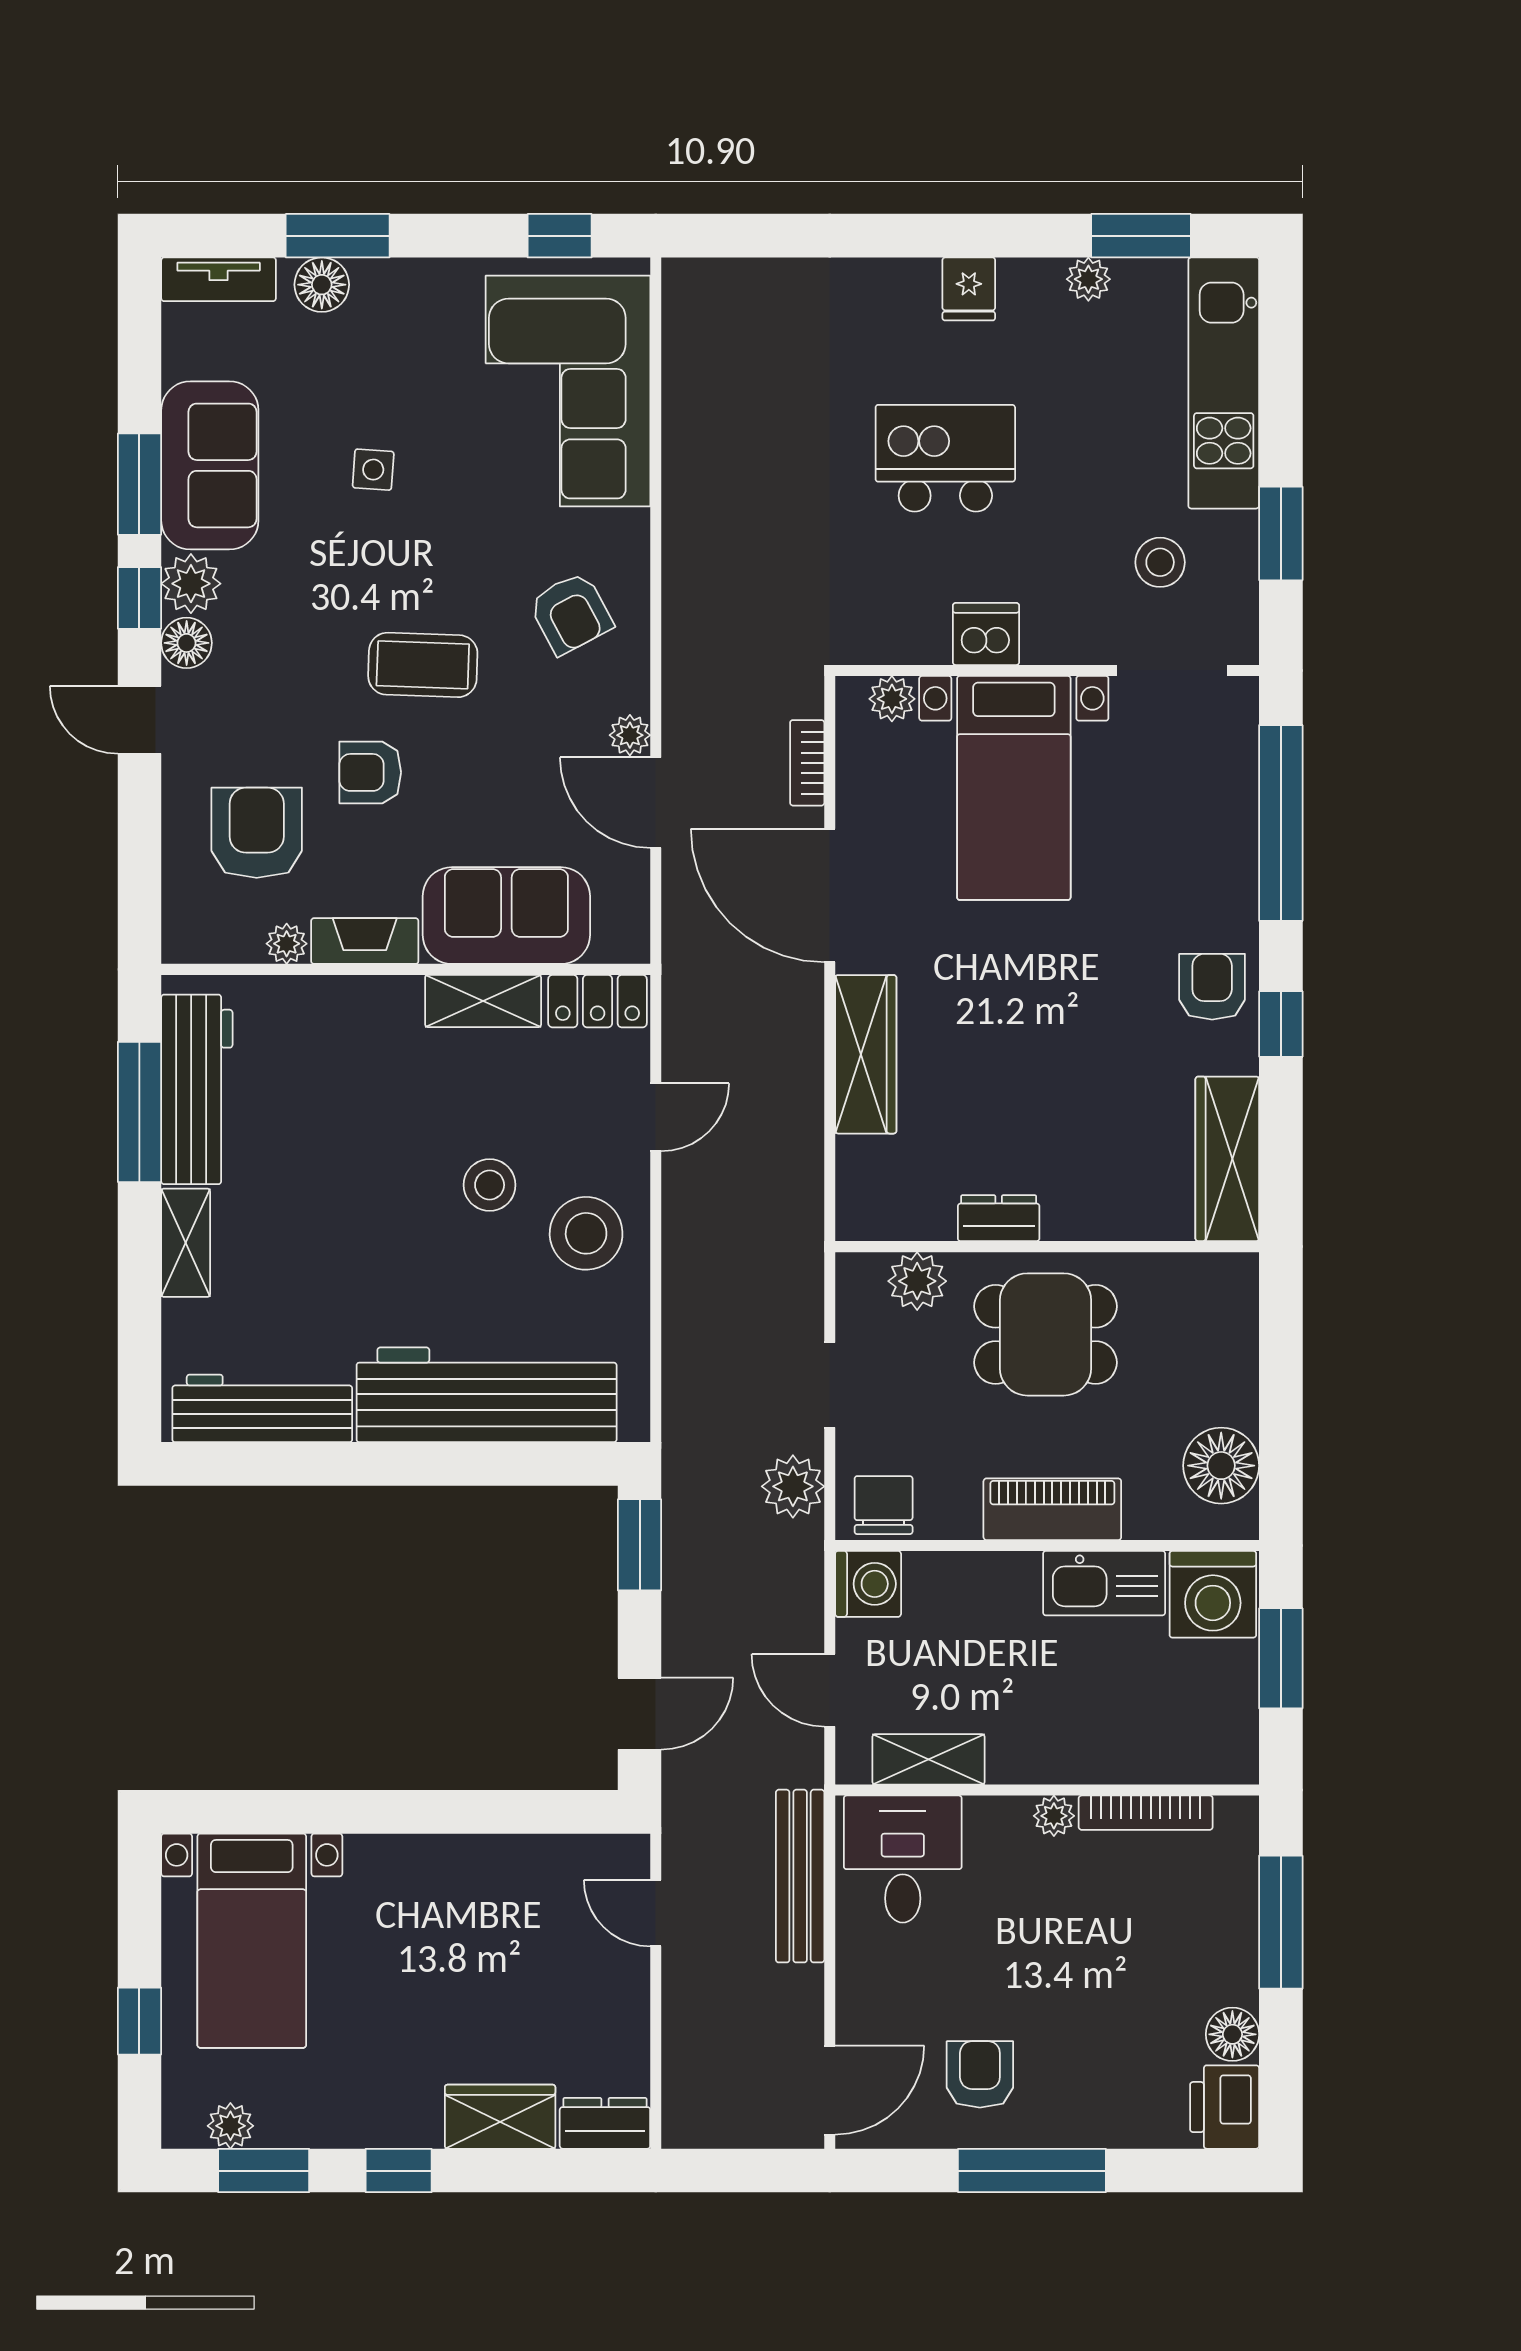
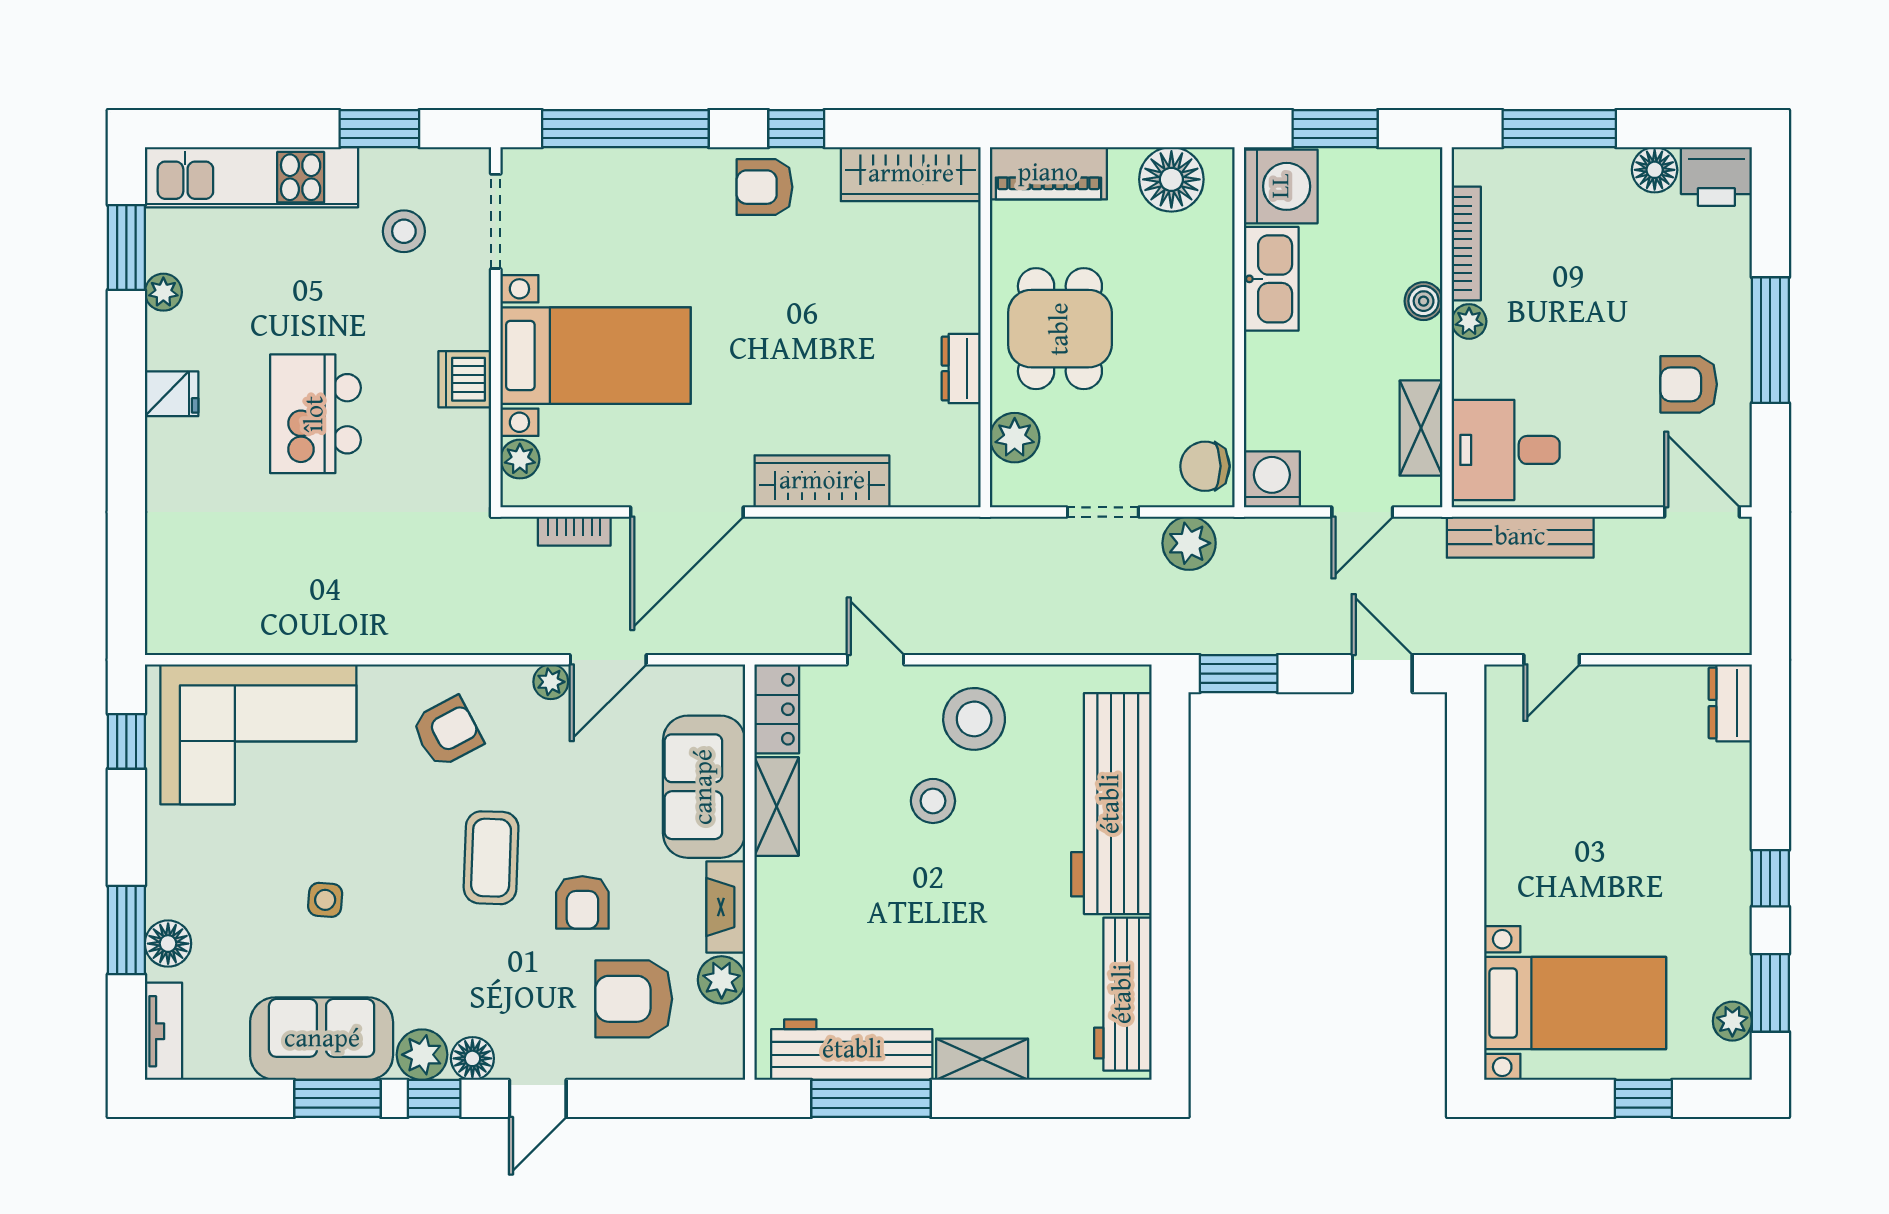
plant: (287, 944) -> (722, 980), width x1.38, depth x1.38
piano: (1052, 1509) -> (1048, 173), moved, turned -90
boiler: (1078, 1762) -> (1424, 301), added
wardrobe: (500, 2117) -> (1725, 792), removed

